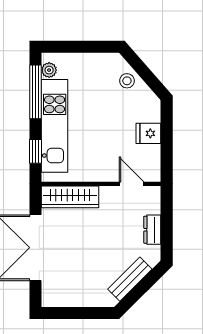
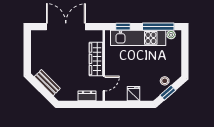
window: (147, 76) -> (168, 93), added
wardrobe: (70, 197) -> (96, 59), moved
dresser: (152, 230) -> (87, 96), moved

